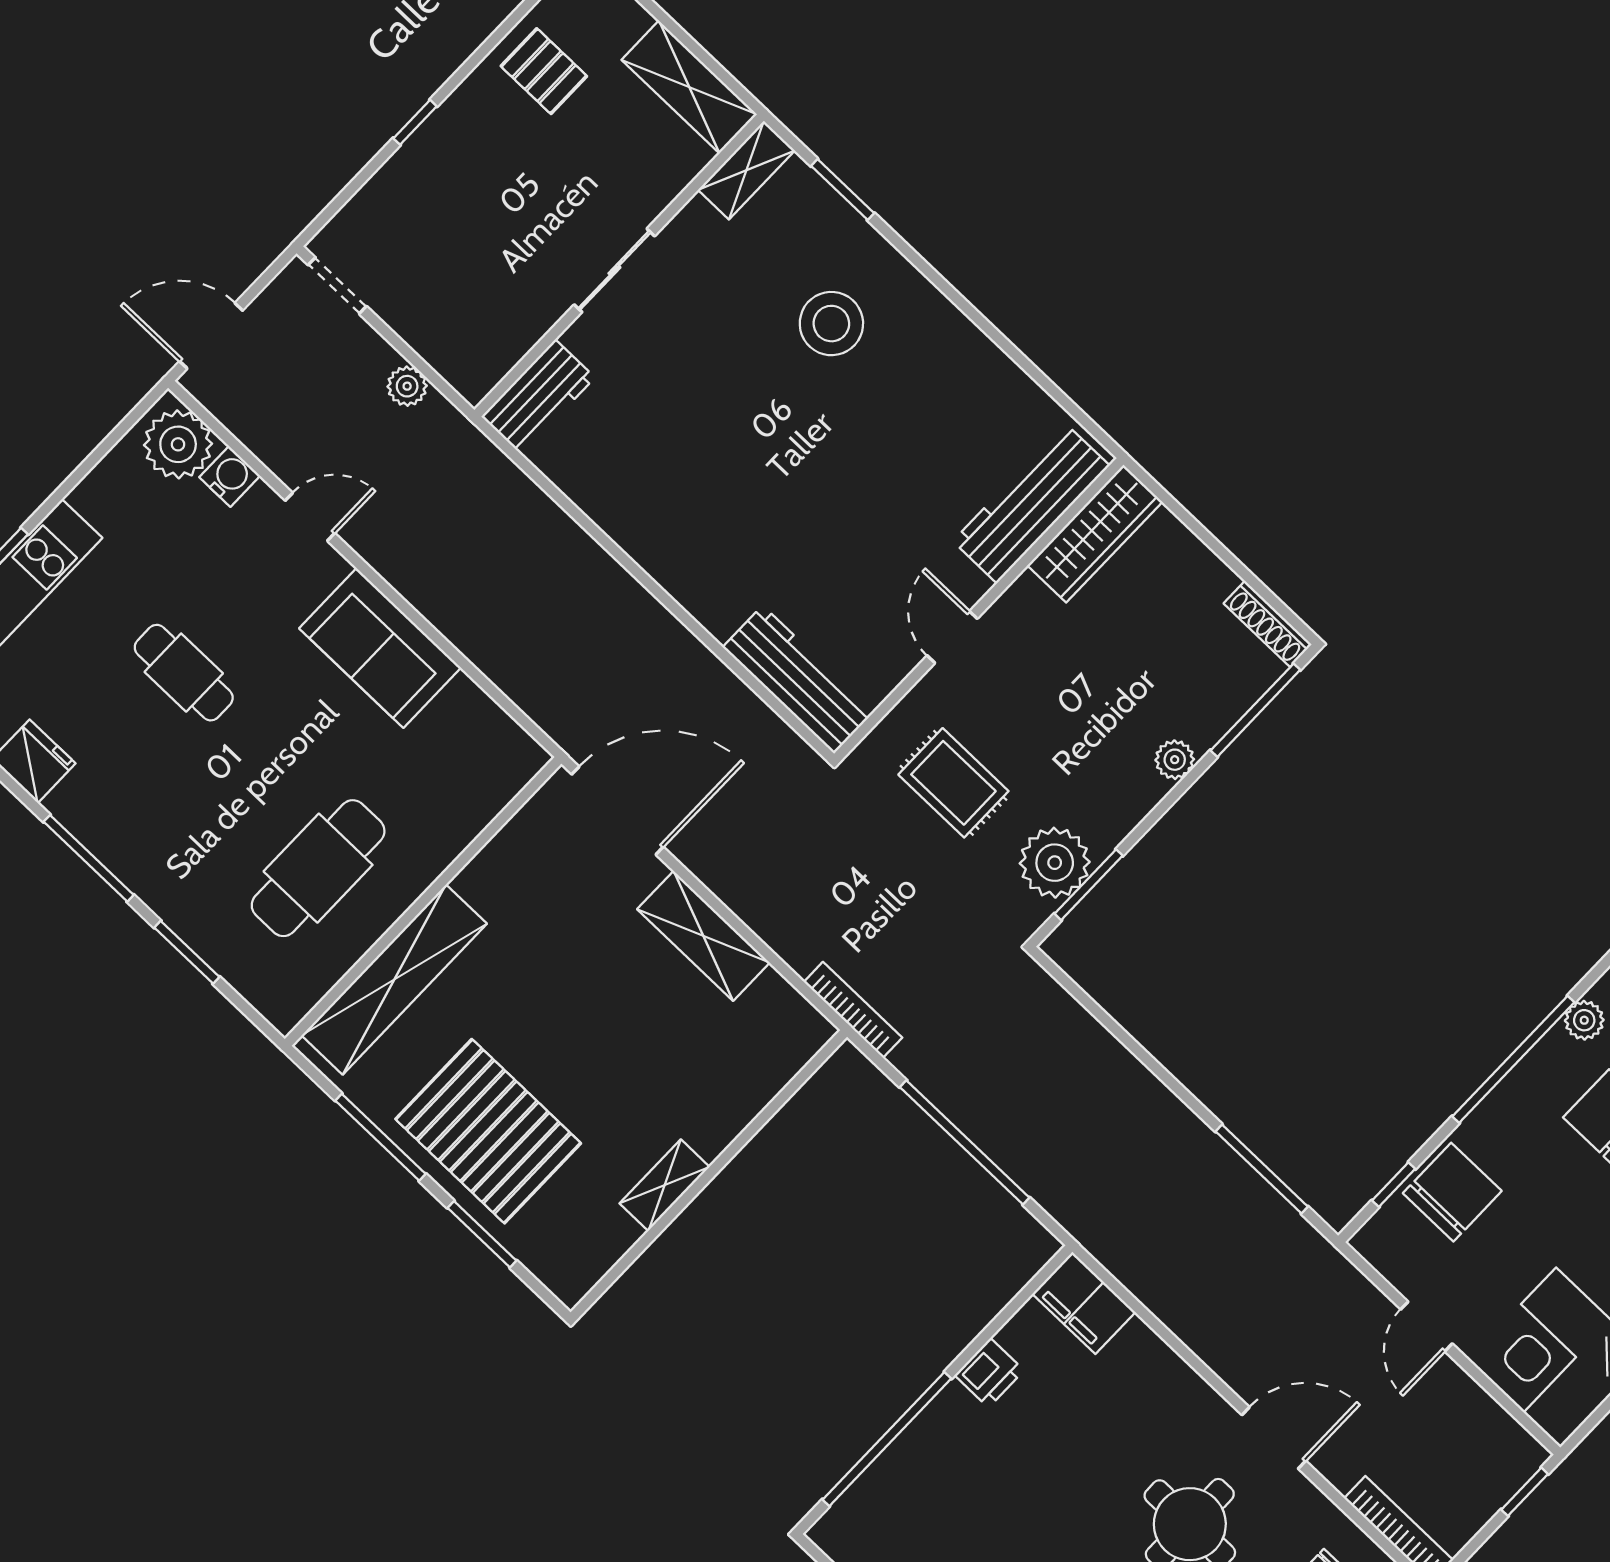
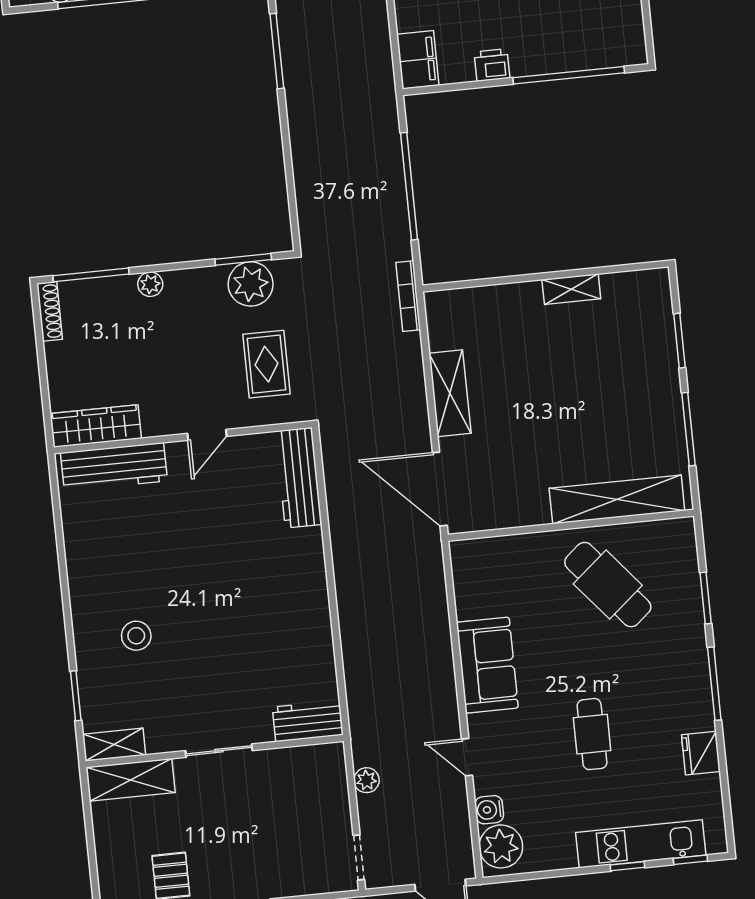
shelving: (689, 87) -> (131, 780), moved, turned 90
stool: (831, 324) -> (136, 636), width x0.73, depth x0.73
cafe table: (318, 868) -> (608, 585), turned 50
pallet: (488, 1131) -> (634, 388), removed

